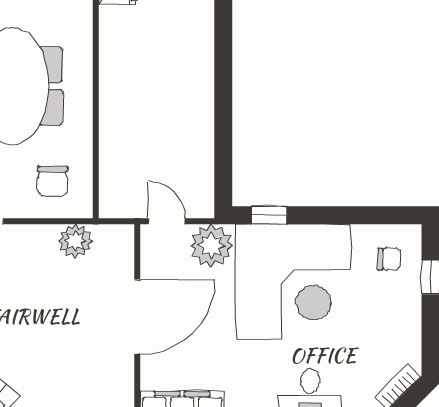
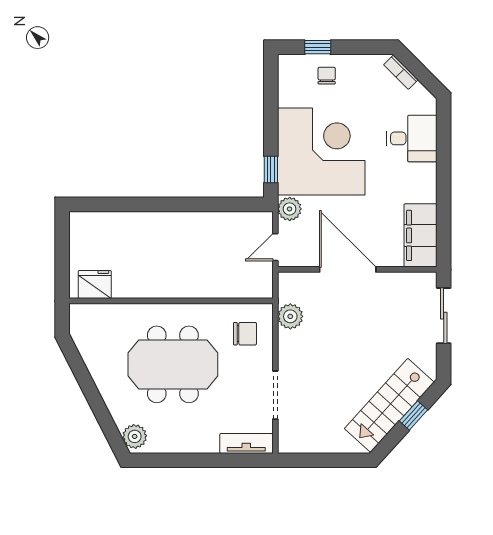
plant: (211, 246) -> (290, 209), width x0.73, depth x0.73
chair: (389, 259) -> (327, 76), moved

